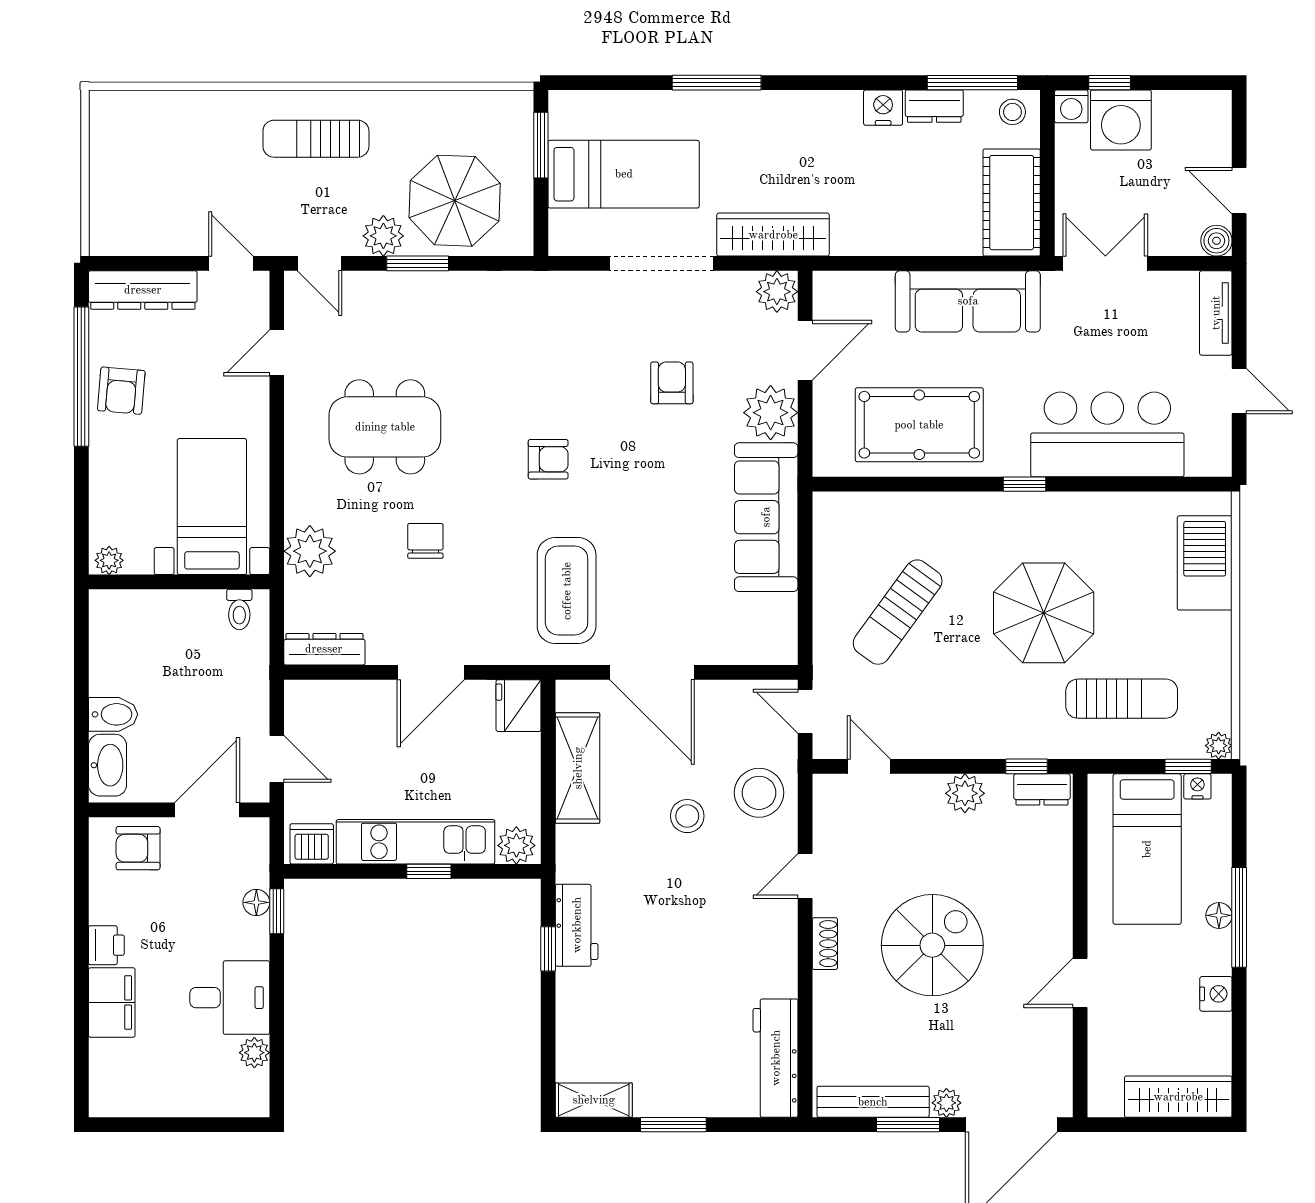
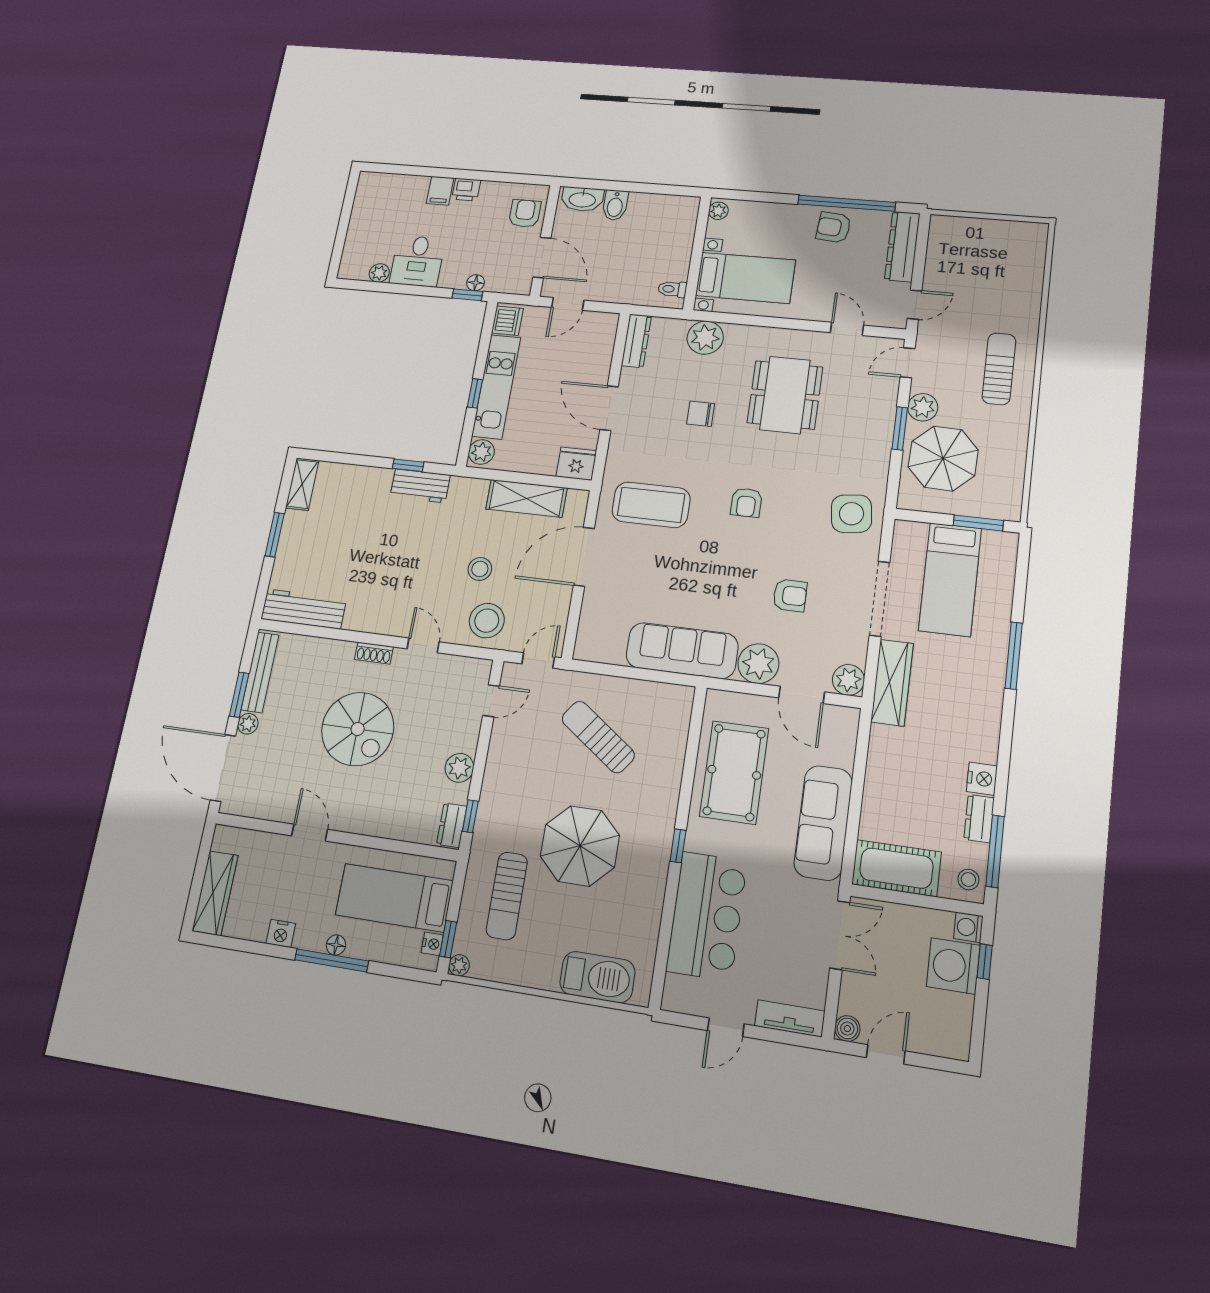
side table: (547, 315) -> (851, 514), added
chair: (425, 541) -> (701, 414), turned 180
filing cabinet: (112, 1002) -> (440, 191), width x0.50

